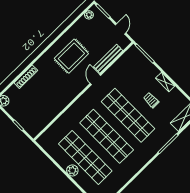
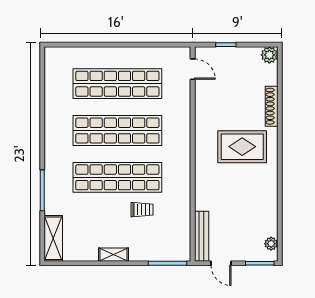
rug: (71, 56) -> (242, 147), moved, turned 90
bench: (108, 59) -> (202, 236), moved
door: (95, 79) -> (193, 69), moved
trolley: (151, 100) -> (142, 210), moved
plant: (72, 170) -> (117, 55), removed

